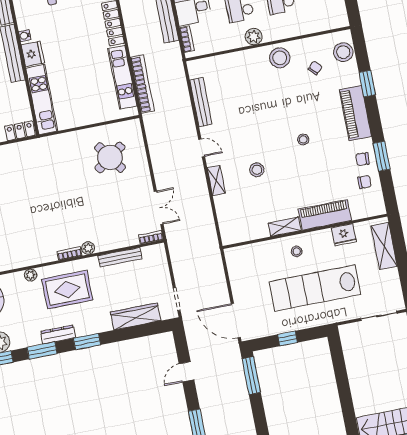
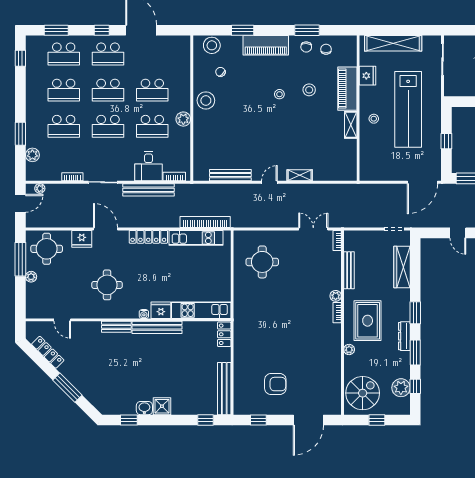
round table: (110, 157) -> (262, 262), turned 35
stool: (257, 170) -> (309, 90), moved
shelving: (384, 246) -> (393, 43), width x1.47

